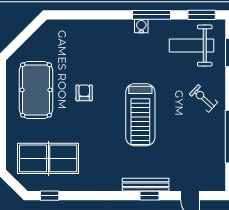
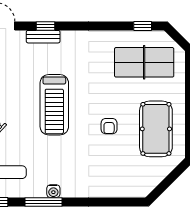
treadmill: (140, 115) -> (54, 105), turned 180
bench: (146, 185) -> (43, 37), width x0.73

